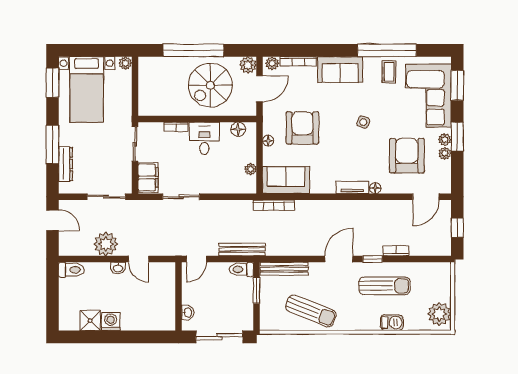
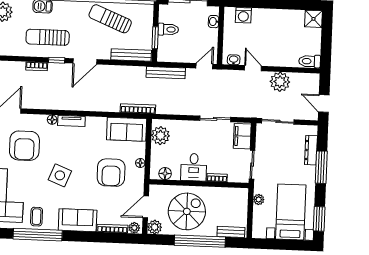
plant: (125, 63) -> (259, 200), moved
bench: (157, 63) -> (231, 232), added
side table: (363, 122) -> (60, 175), width x1.87, depth x1.87
plant: (251, 169) -> (160, 136), width x1.88, depth x1.88
washbasin: (118, 268) -> (234, 60), moved
toilet: (241, 269) -> (168, 29), moved
shower: (90, 321) -> (313, 19), moved
washing machine: (111, 321) -> (243, 15), moved

